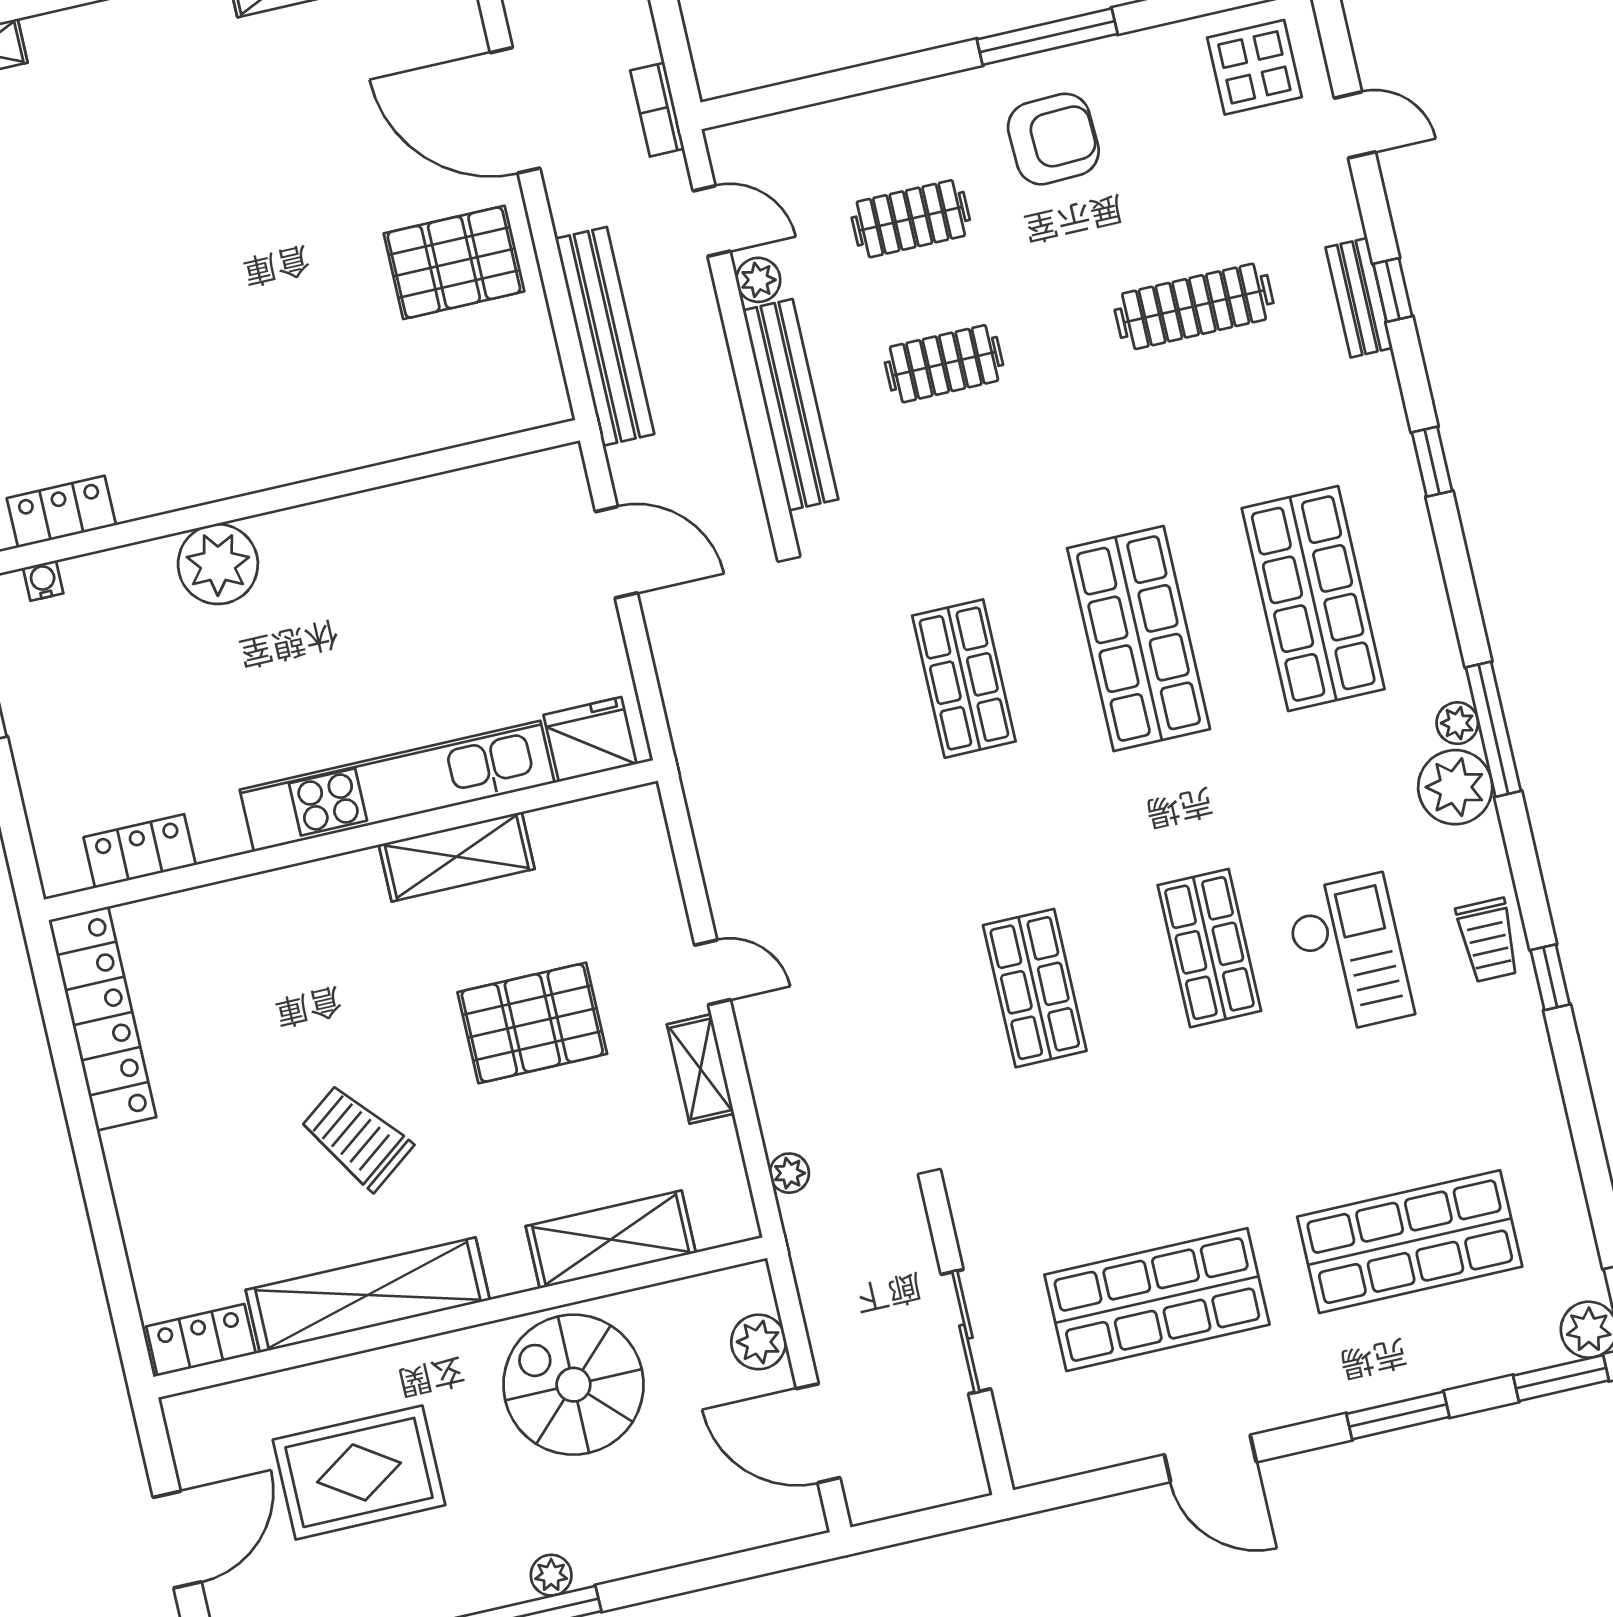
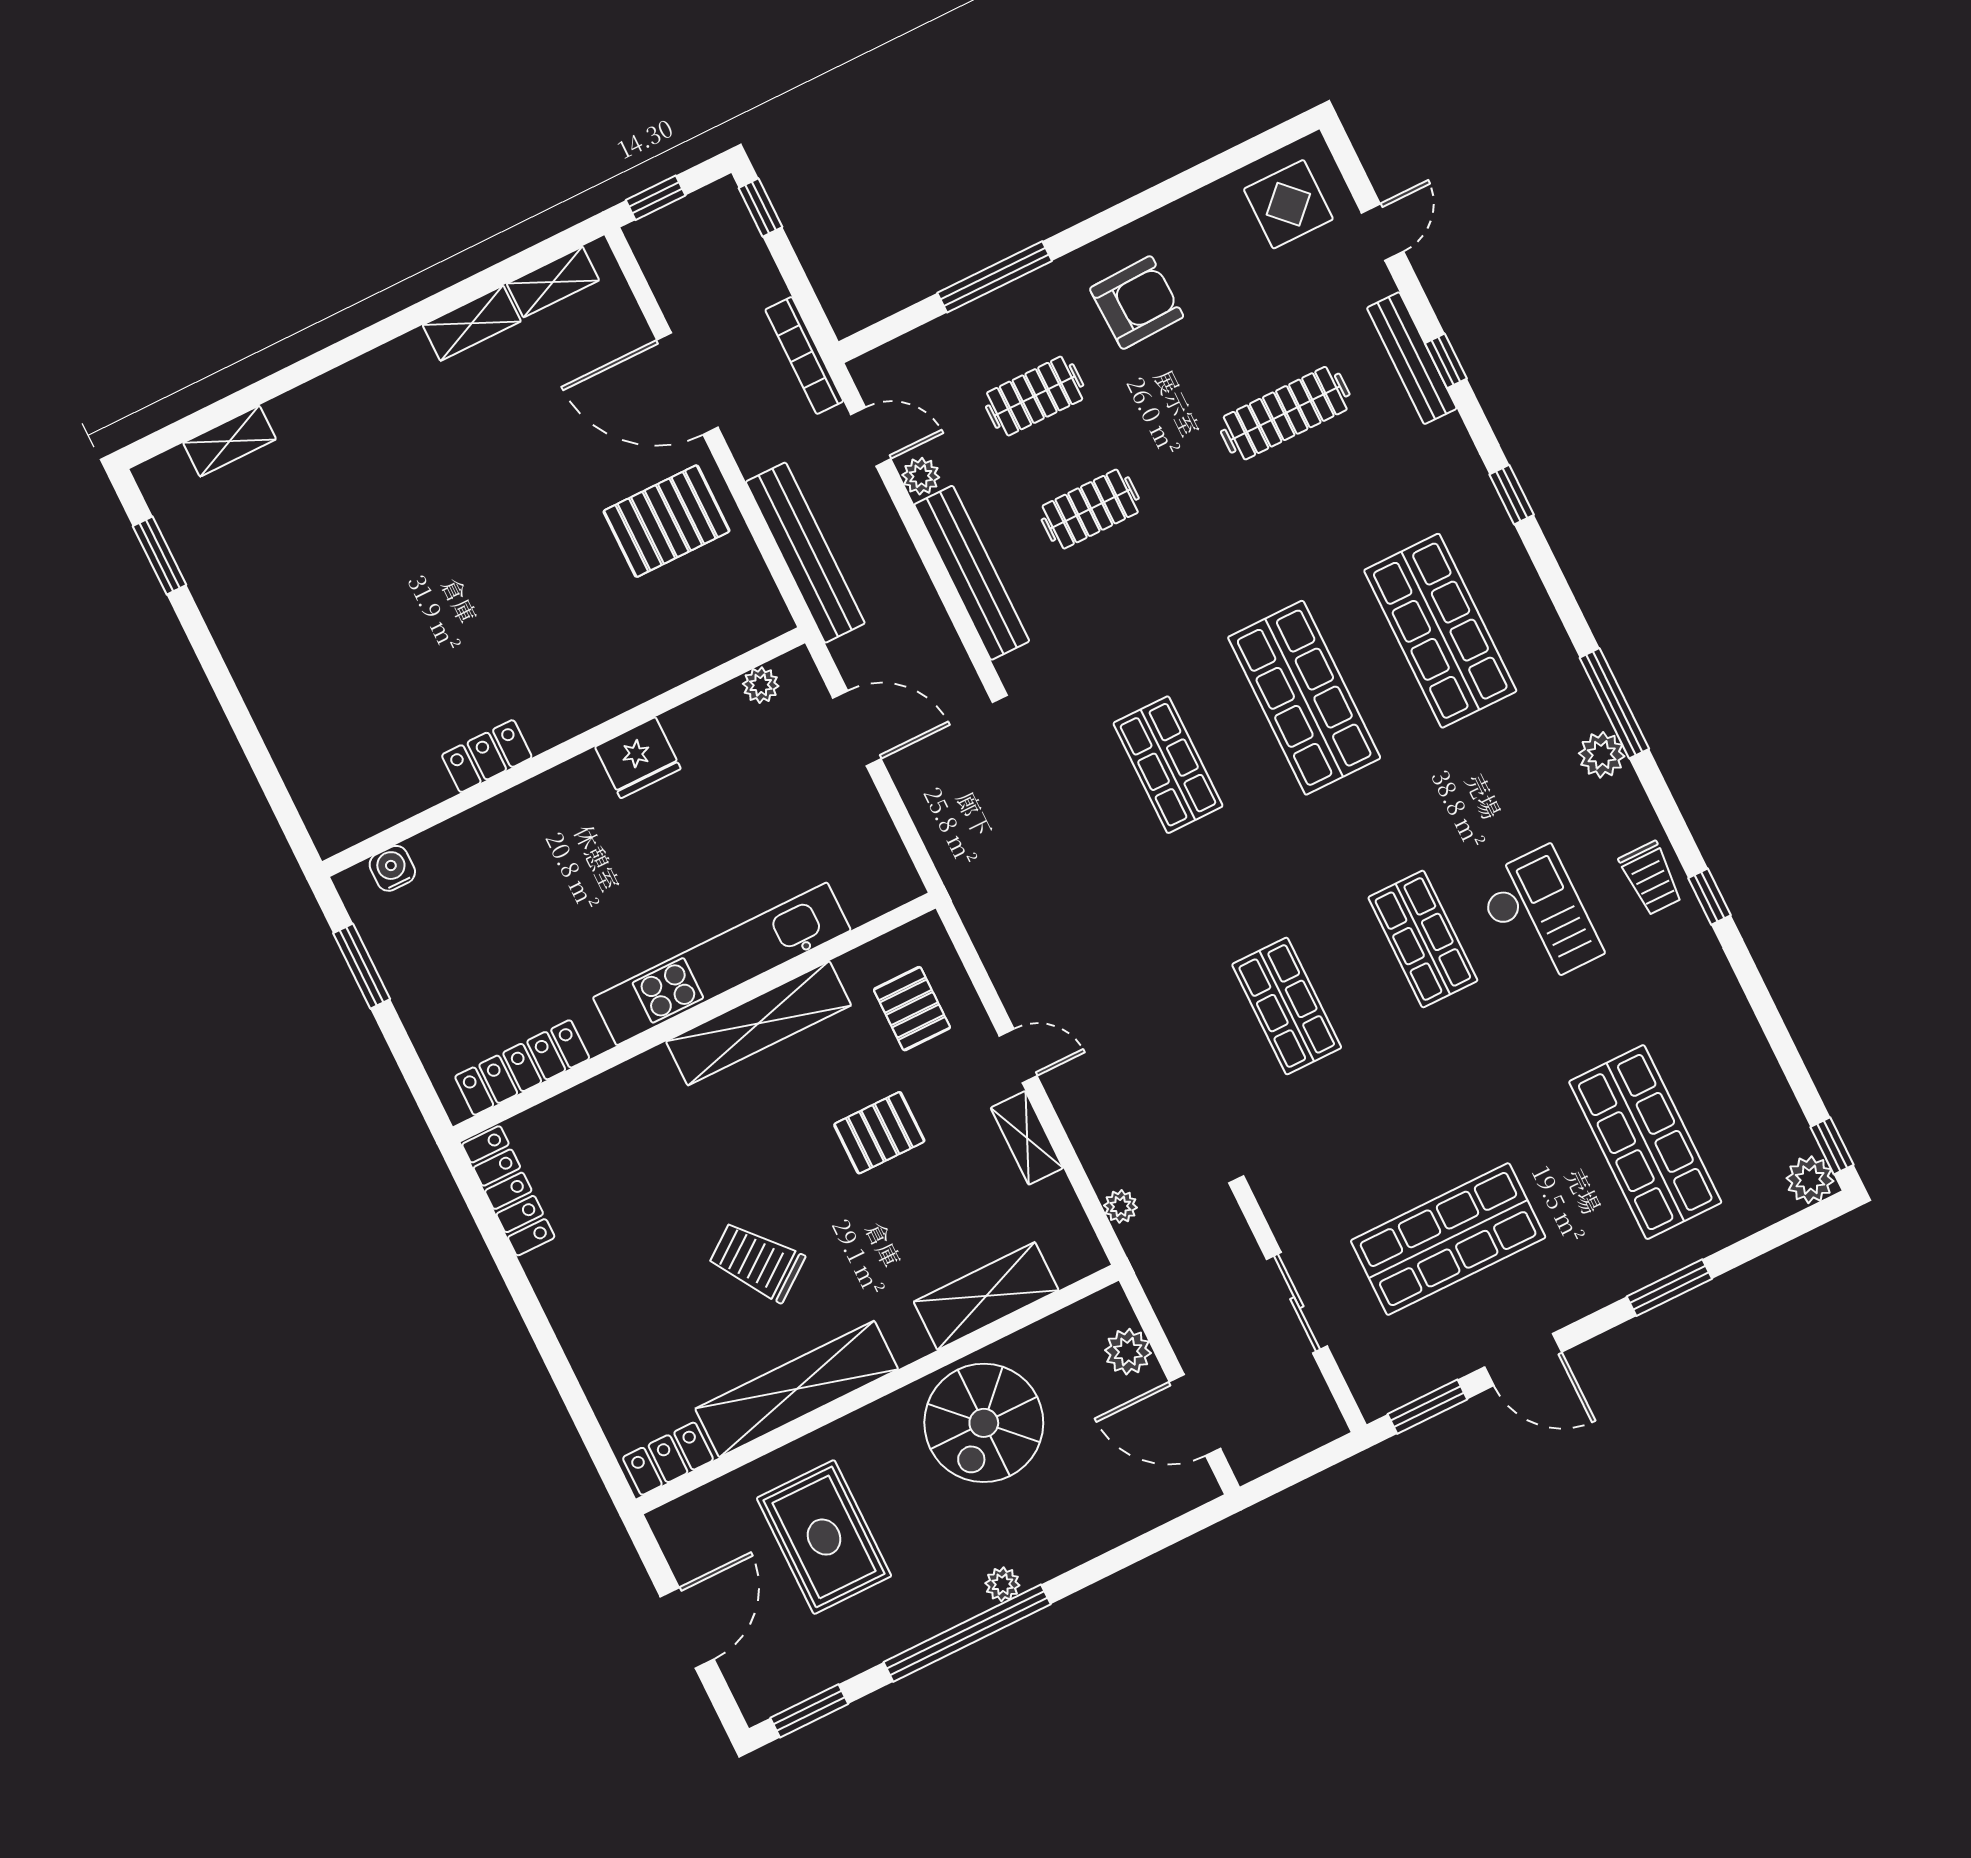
window: (1047, 37) -> (995, 277), moved
bookcase: (657, 110) -> (804, 355), width x1.56
door: (1355, 125) -> (1382, 232), hinge flipped
bench: (1359, 298) -> (1412, 358), width x1.36
locker: (61, 512) -> (487, 756), moved
plant: (218, 564) -> (761, 685), moved, width x0.53, depth x0.53
water cooler: (43, 581) -> (392, 868), width x1.38, depth x1.38
plant: (1457, 723) -> (1583, 705), removed
fridge: (590, 739) -> (638, 758), moved, turned 180
plant: (1455, 787) -> (1602, 755), width x0.73, depth x0.73
locker: (140, 851) -> (522, 1068), width x1.53
shelving: (457, 857) -> (759, 1023), width x1.47
pallet: (603, 889) -> (912, 1009), added
locker: (102, 1019) -> (508, 1191), width x0.71, depth x0.83
pallet: (532, 1023) -> (879, 1133), width x0.67, depth x0.71
shop shelf: (1410, 1242) -> (1645, 1142), turned 90
window: (1561, 1378) -> (1427, 1407), moved
spiral stairs: (573, 1385) -> (984, 1423), turned -90
rug: (359, 1472) -> (824, 1537), turned 90

